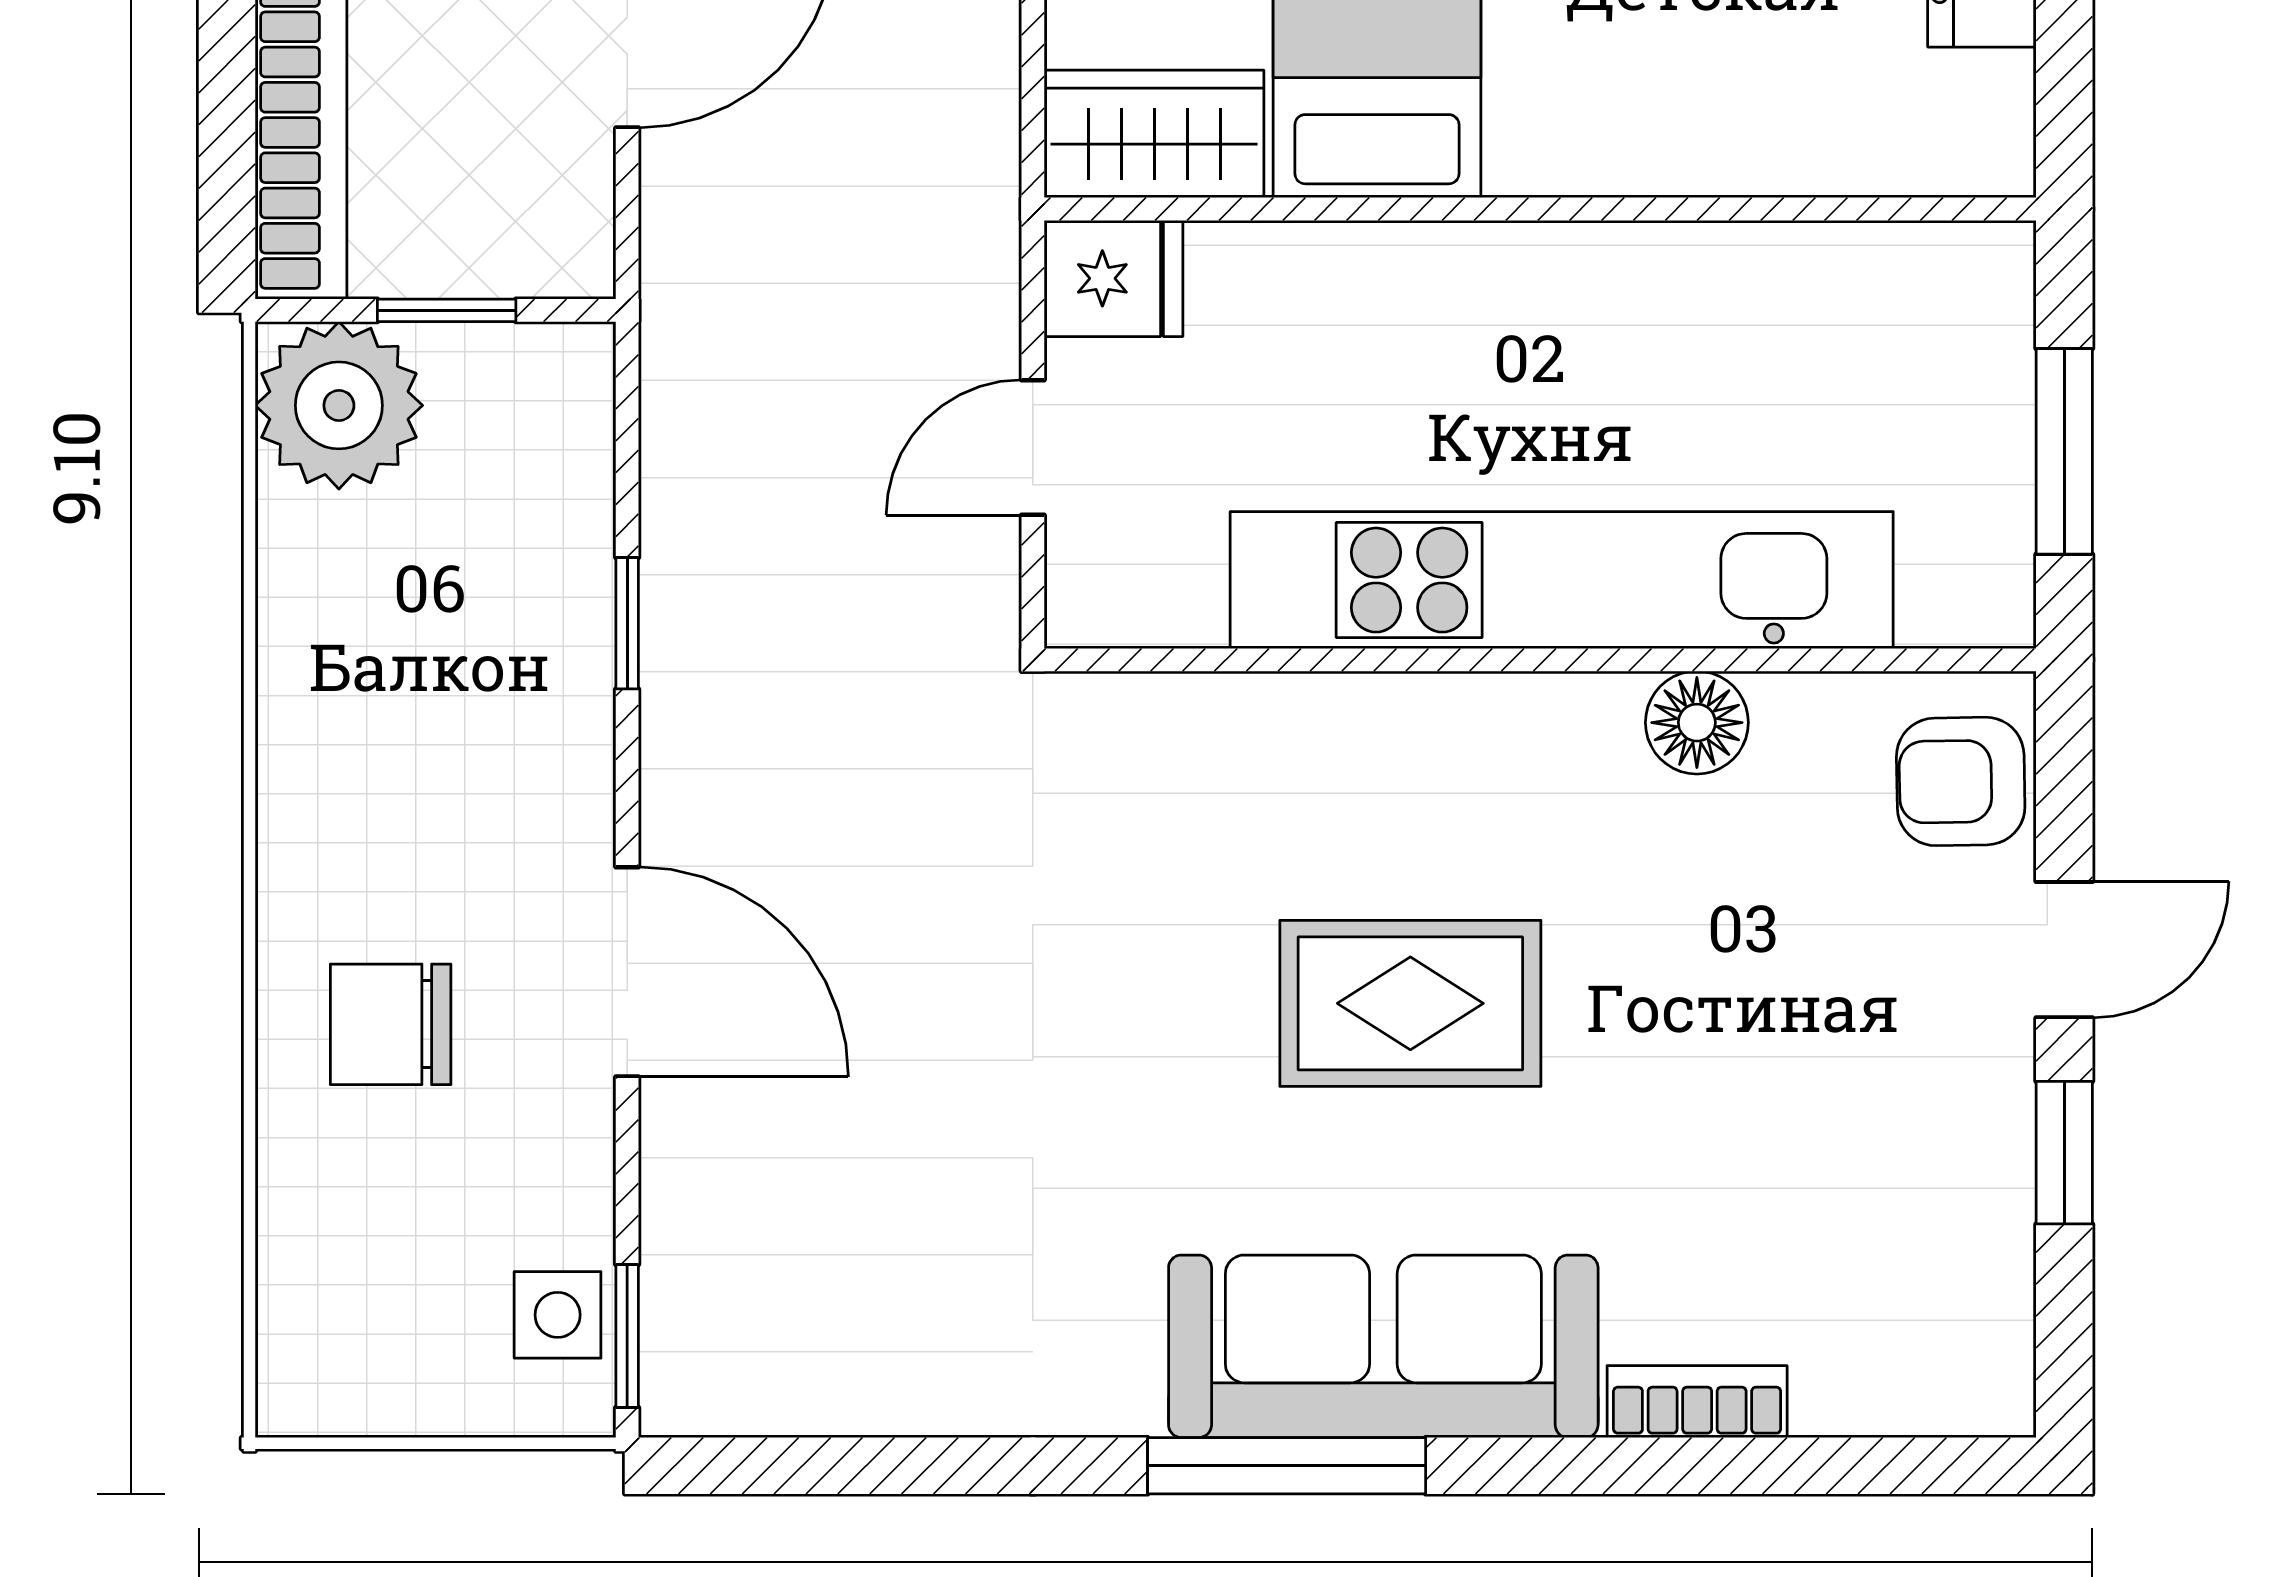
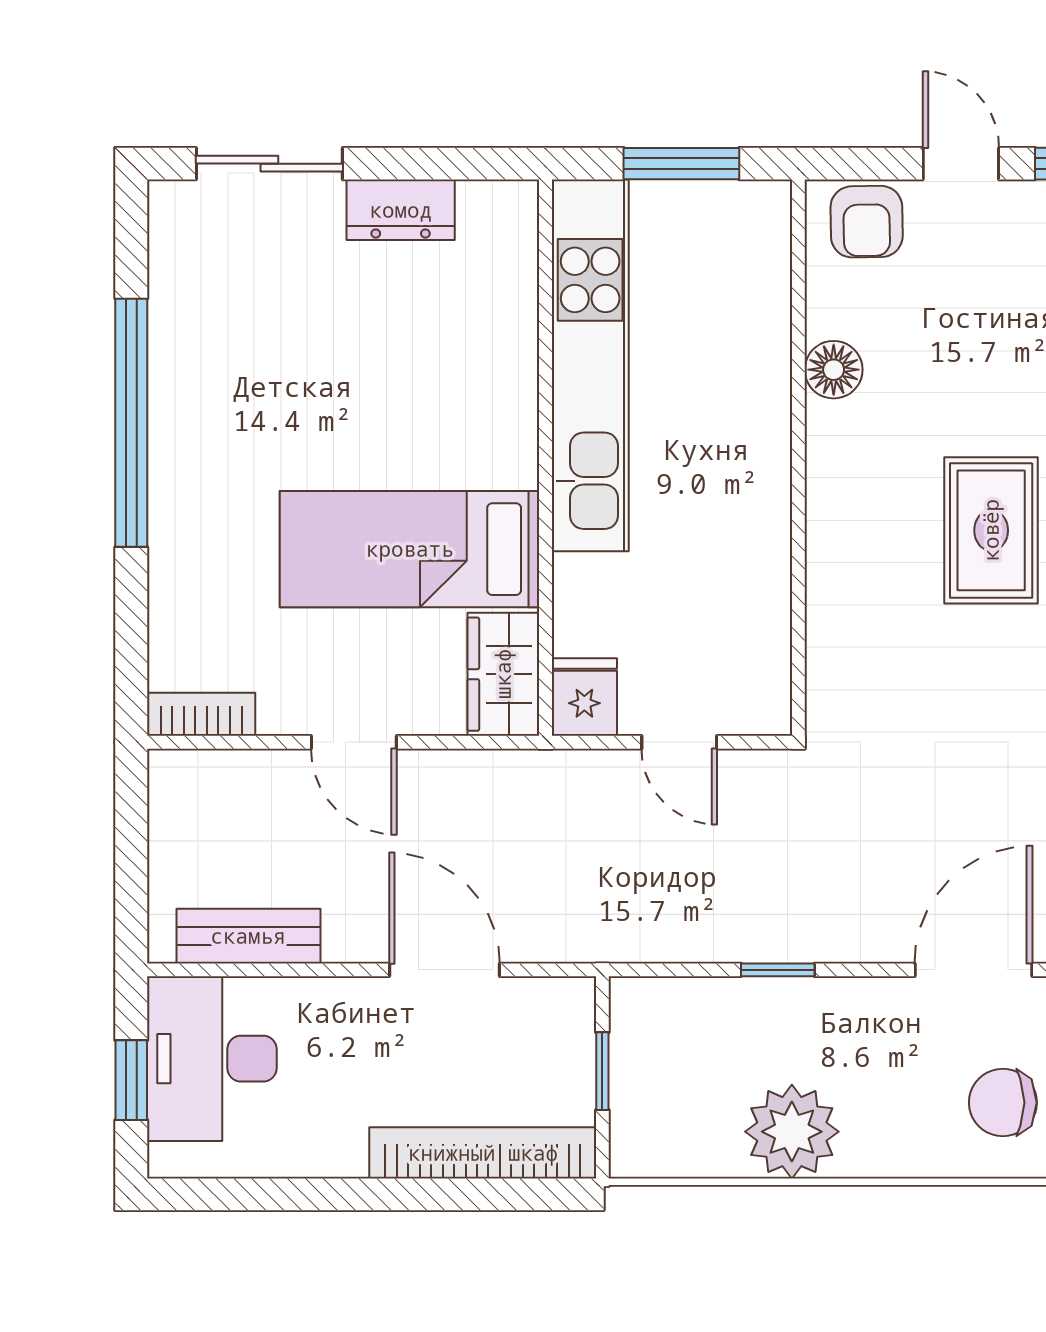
plant: (339, 405) -> (792, 1132), moved
kitchen unit: (1562, 580) -> (590, 365), moved, turned 180
chair: (391, 1024) -> (1003, 1103), turned 90

